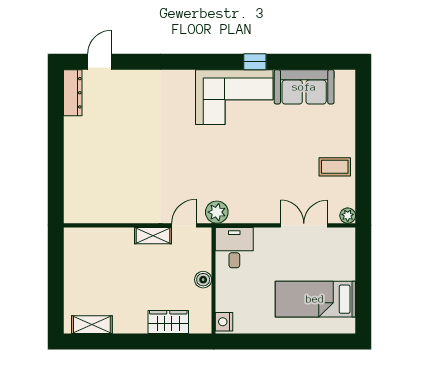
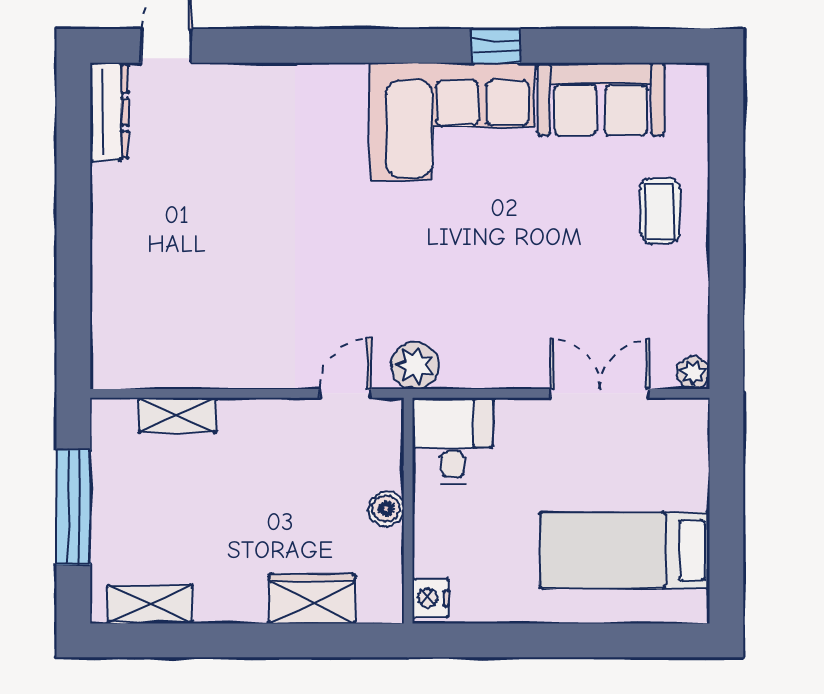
coffee table: (335, 167) -> (660, 211), moved, turned 90
shelving: (153, 236) -> (177, 415), moved
window: (56, 279) -> (73, 507), added

